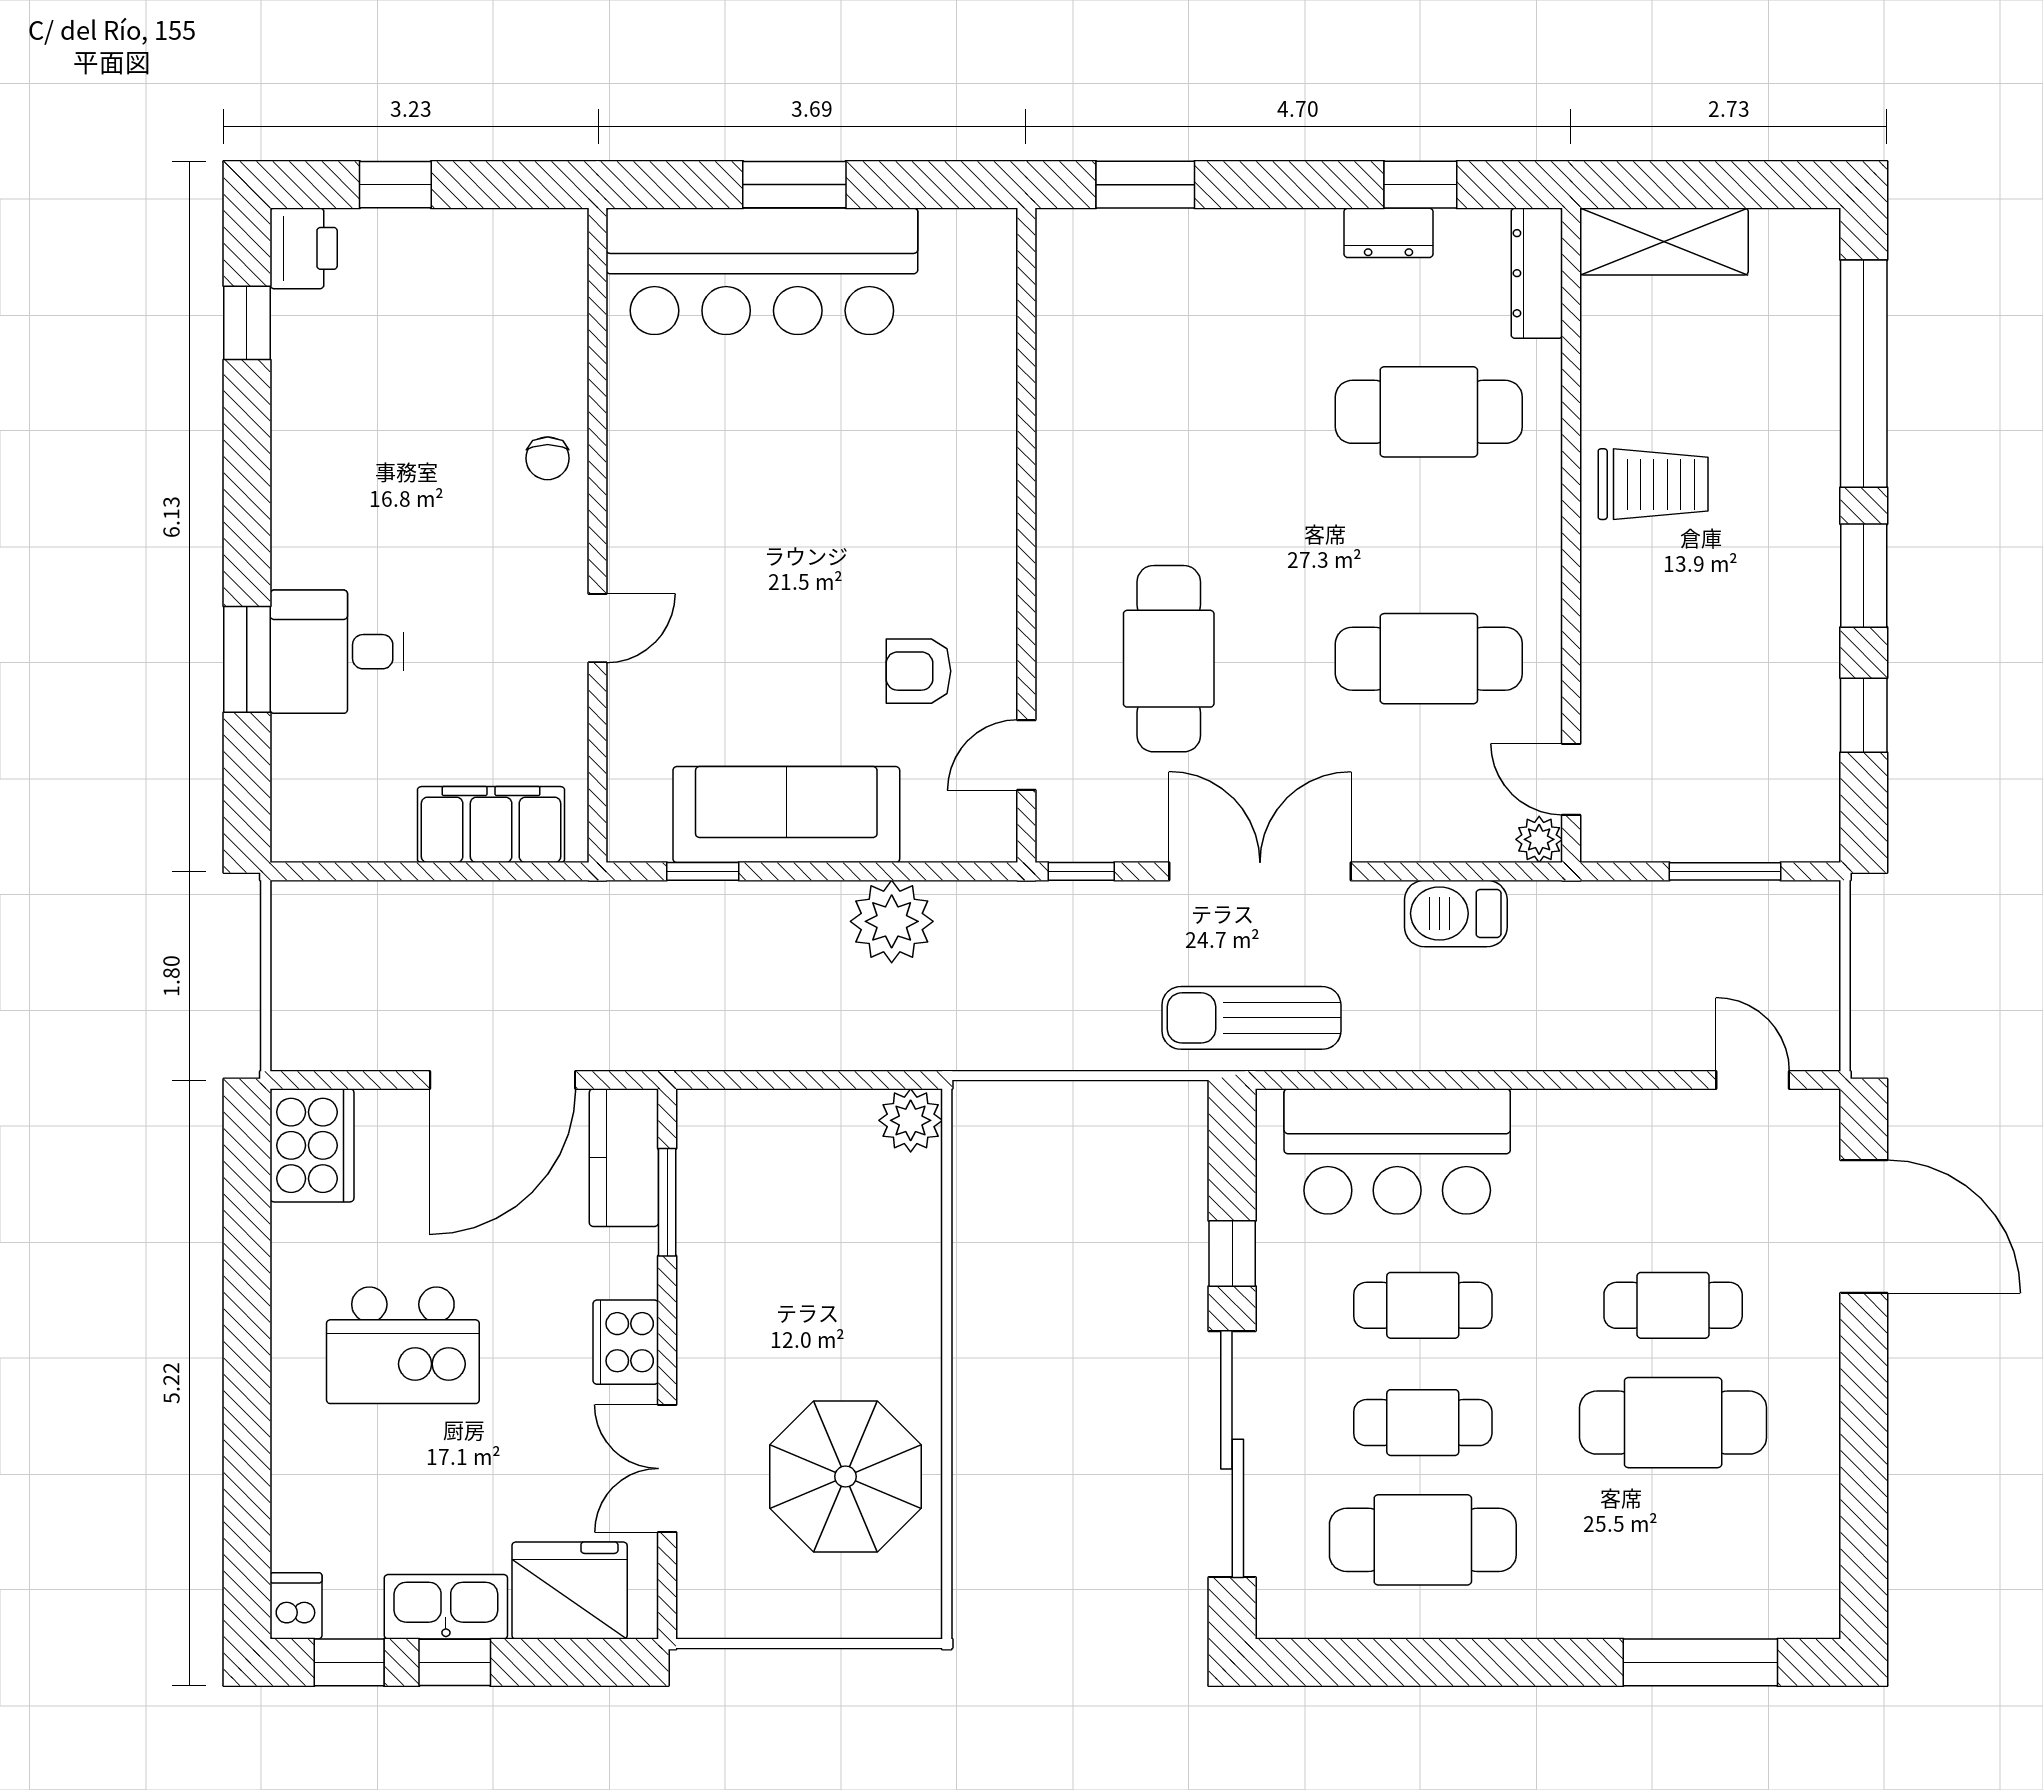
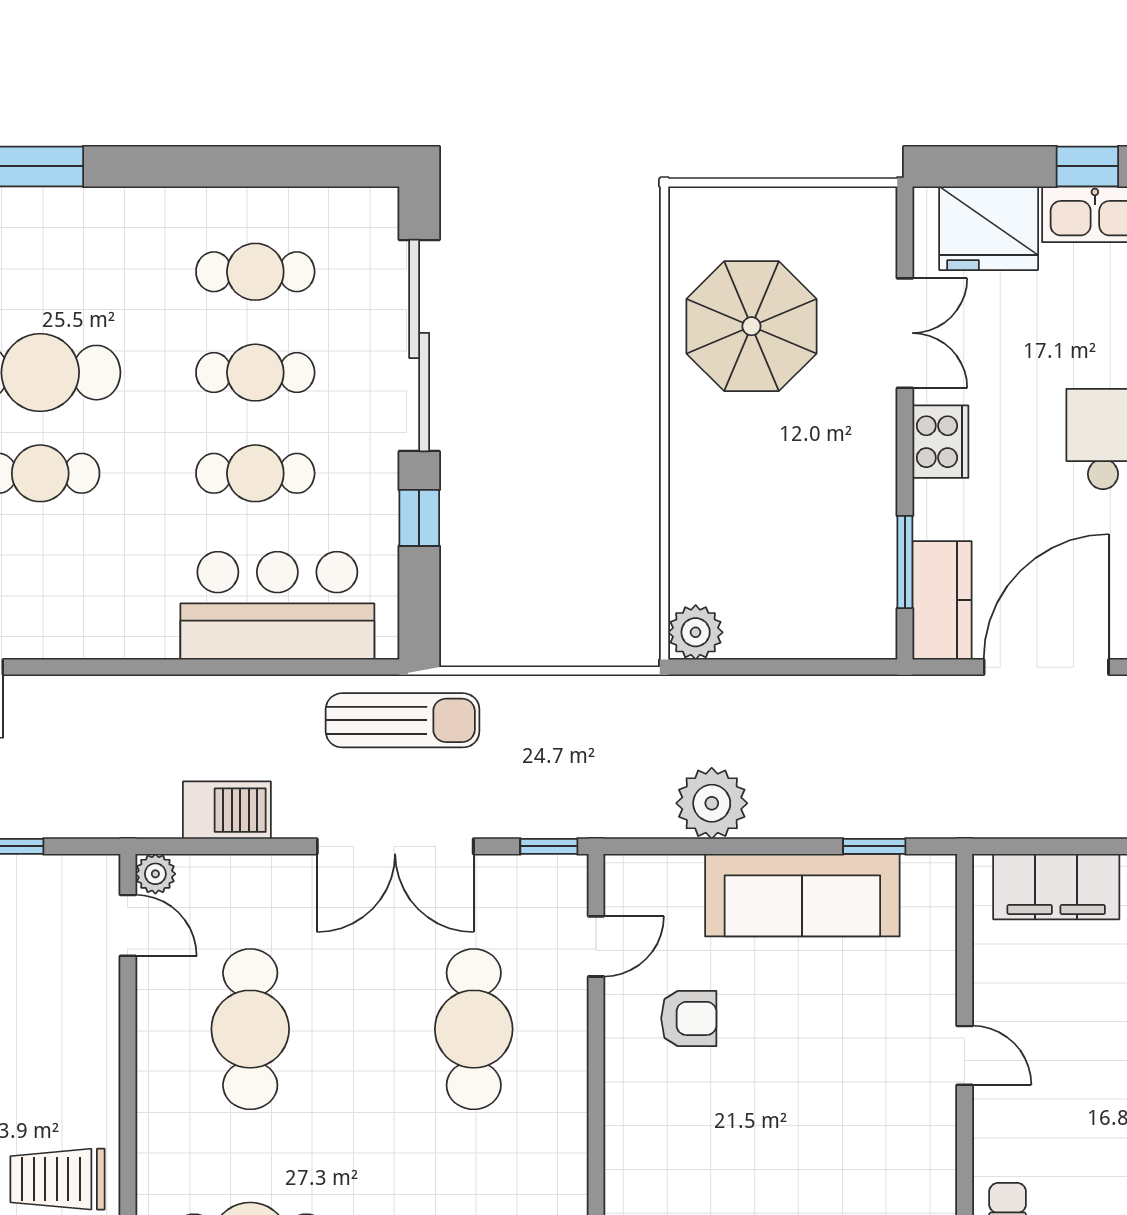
door: (598, 628) -> (965, 1055), swing flipped
cafe table: (1429, 659) -> (250, 1029), turned 90
cafe table: (1423, 1540) -> (255, 272), width x0.73, depth x0.74

